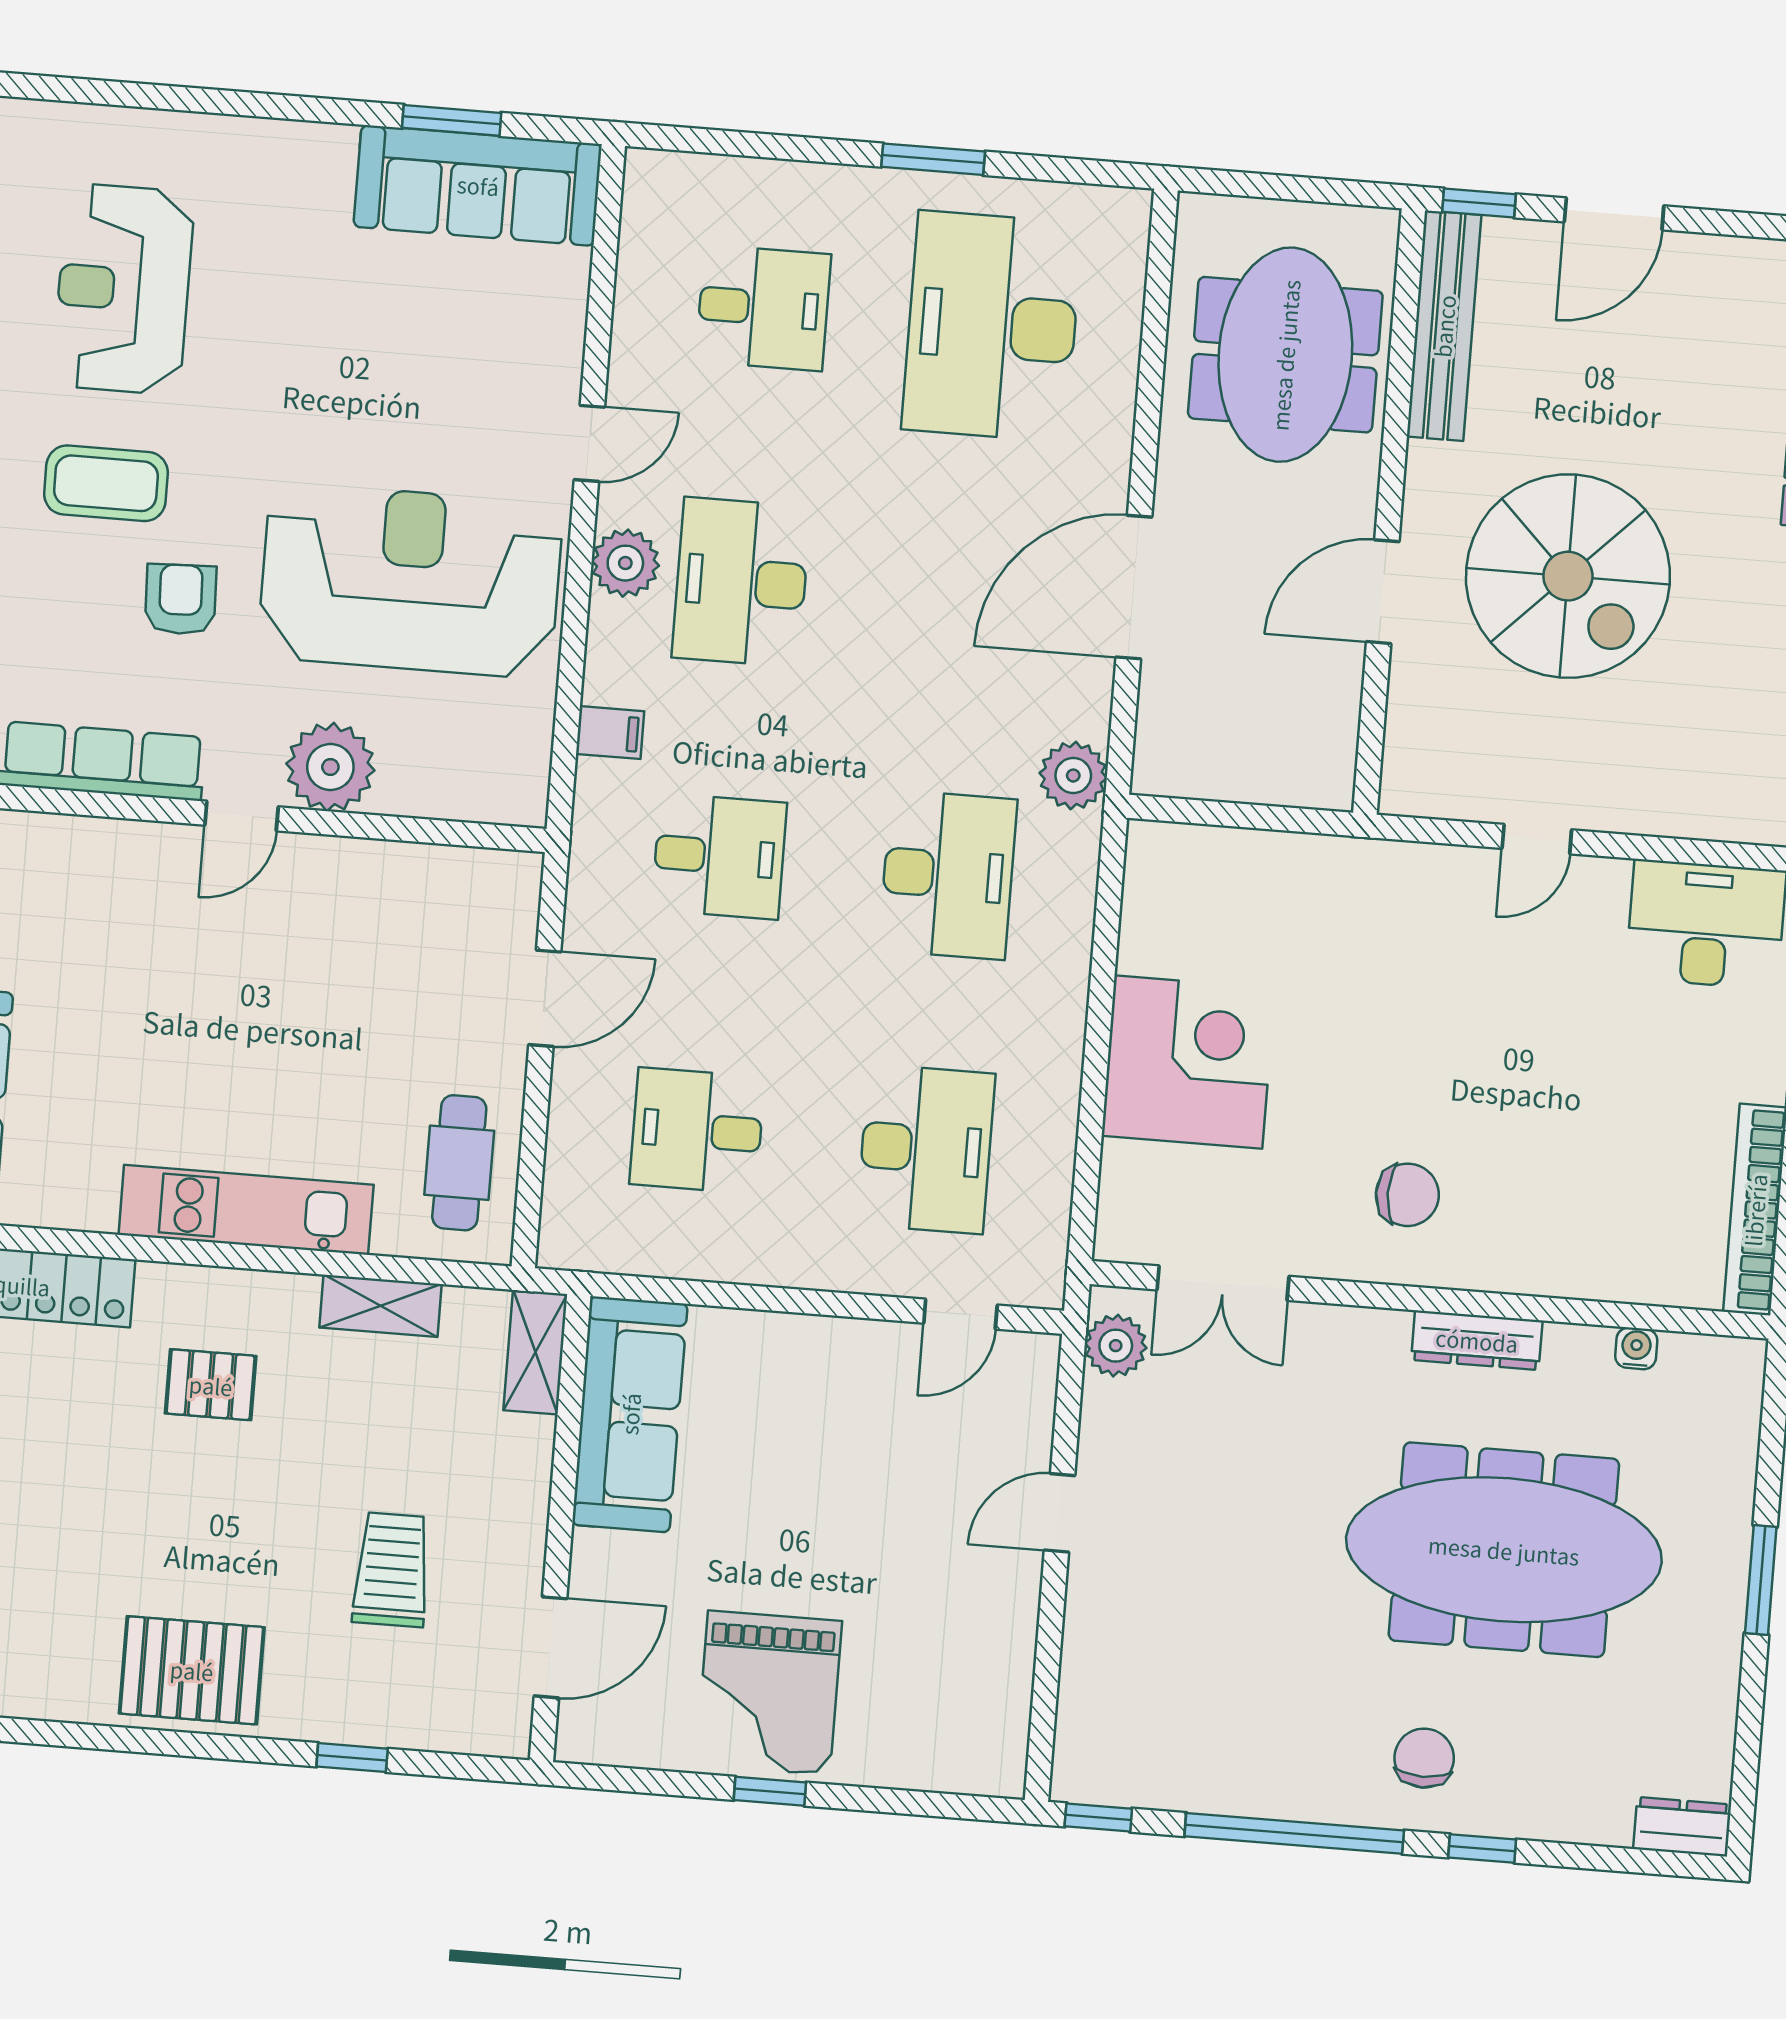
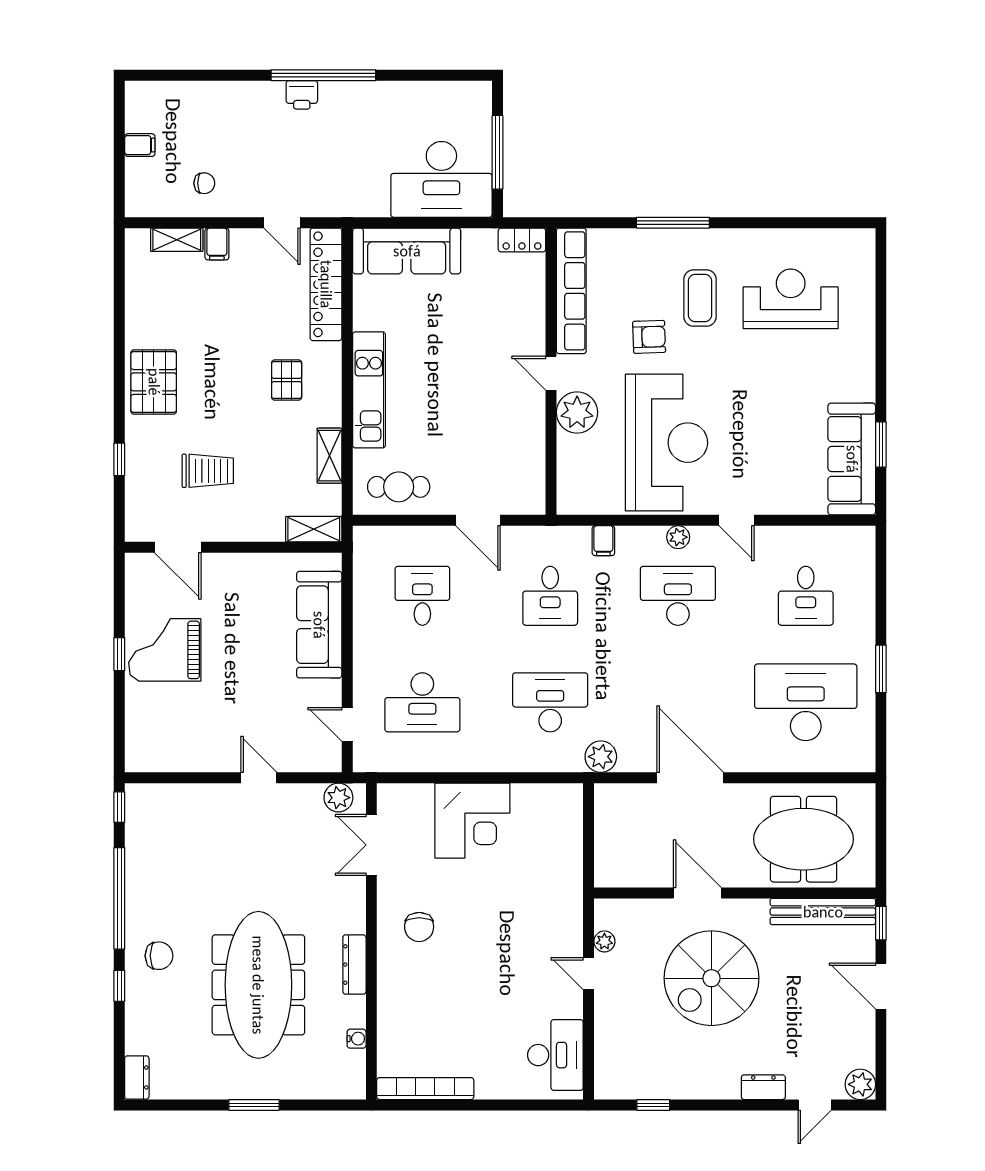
plant: (625, 563) -> (678, 537), width x0.73, depth x0.73
plant: (1470, 800) -> (604, 941), added
desk: (948, 875) -> (550, 702), turned 180
sofa: (630, 1414) -> (319, 625), moved, turned 90

